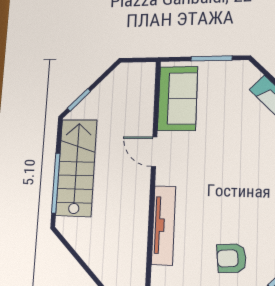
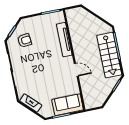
sofa: (178, 98) -> (68, 105), moved, turned 90
armchair: (232, 258) -> (25, 40), moved

